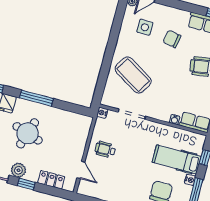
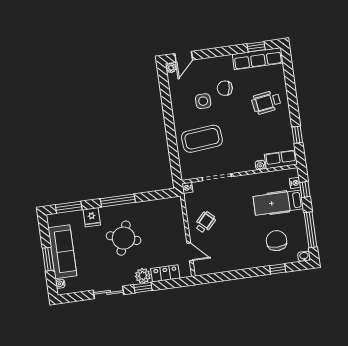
side table: (145, 27) -> (203, 101), moved
coffee table: (133, 75) -> (202, 139), turned -36
wheelchair: (105, 150) -> (205, 222), turned 133
plant: (18, 170) -> (143, 276), moved
nightstand: (190, 180) -> (295, 183), moved

